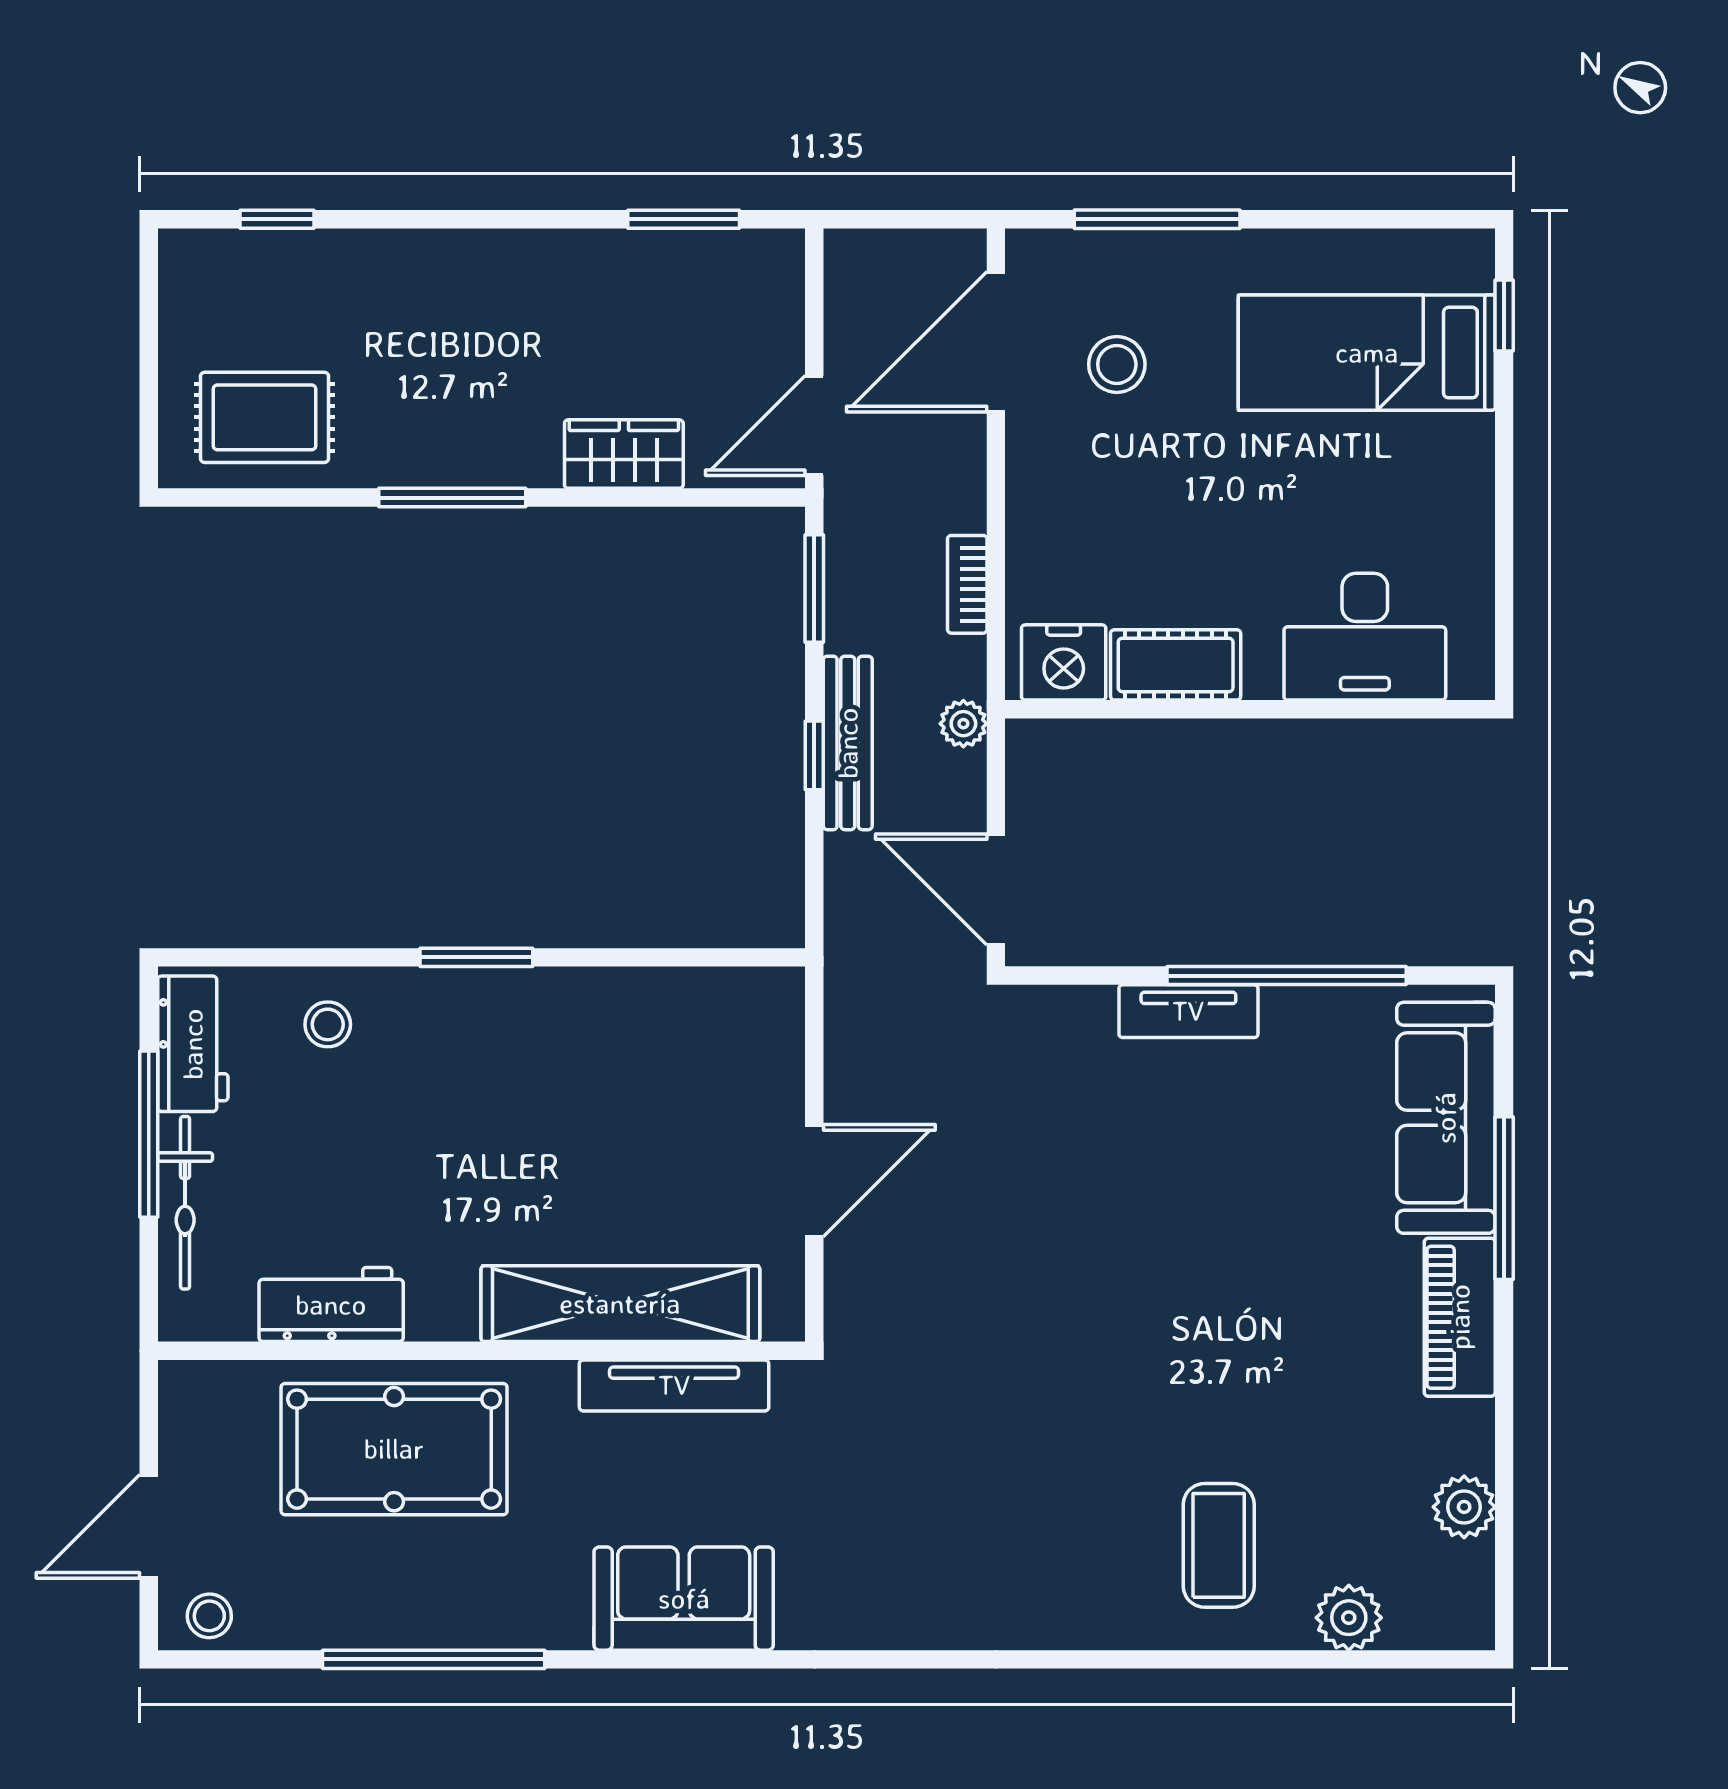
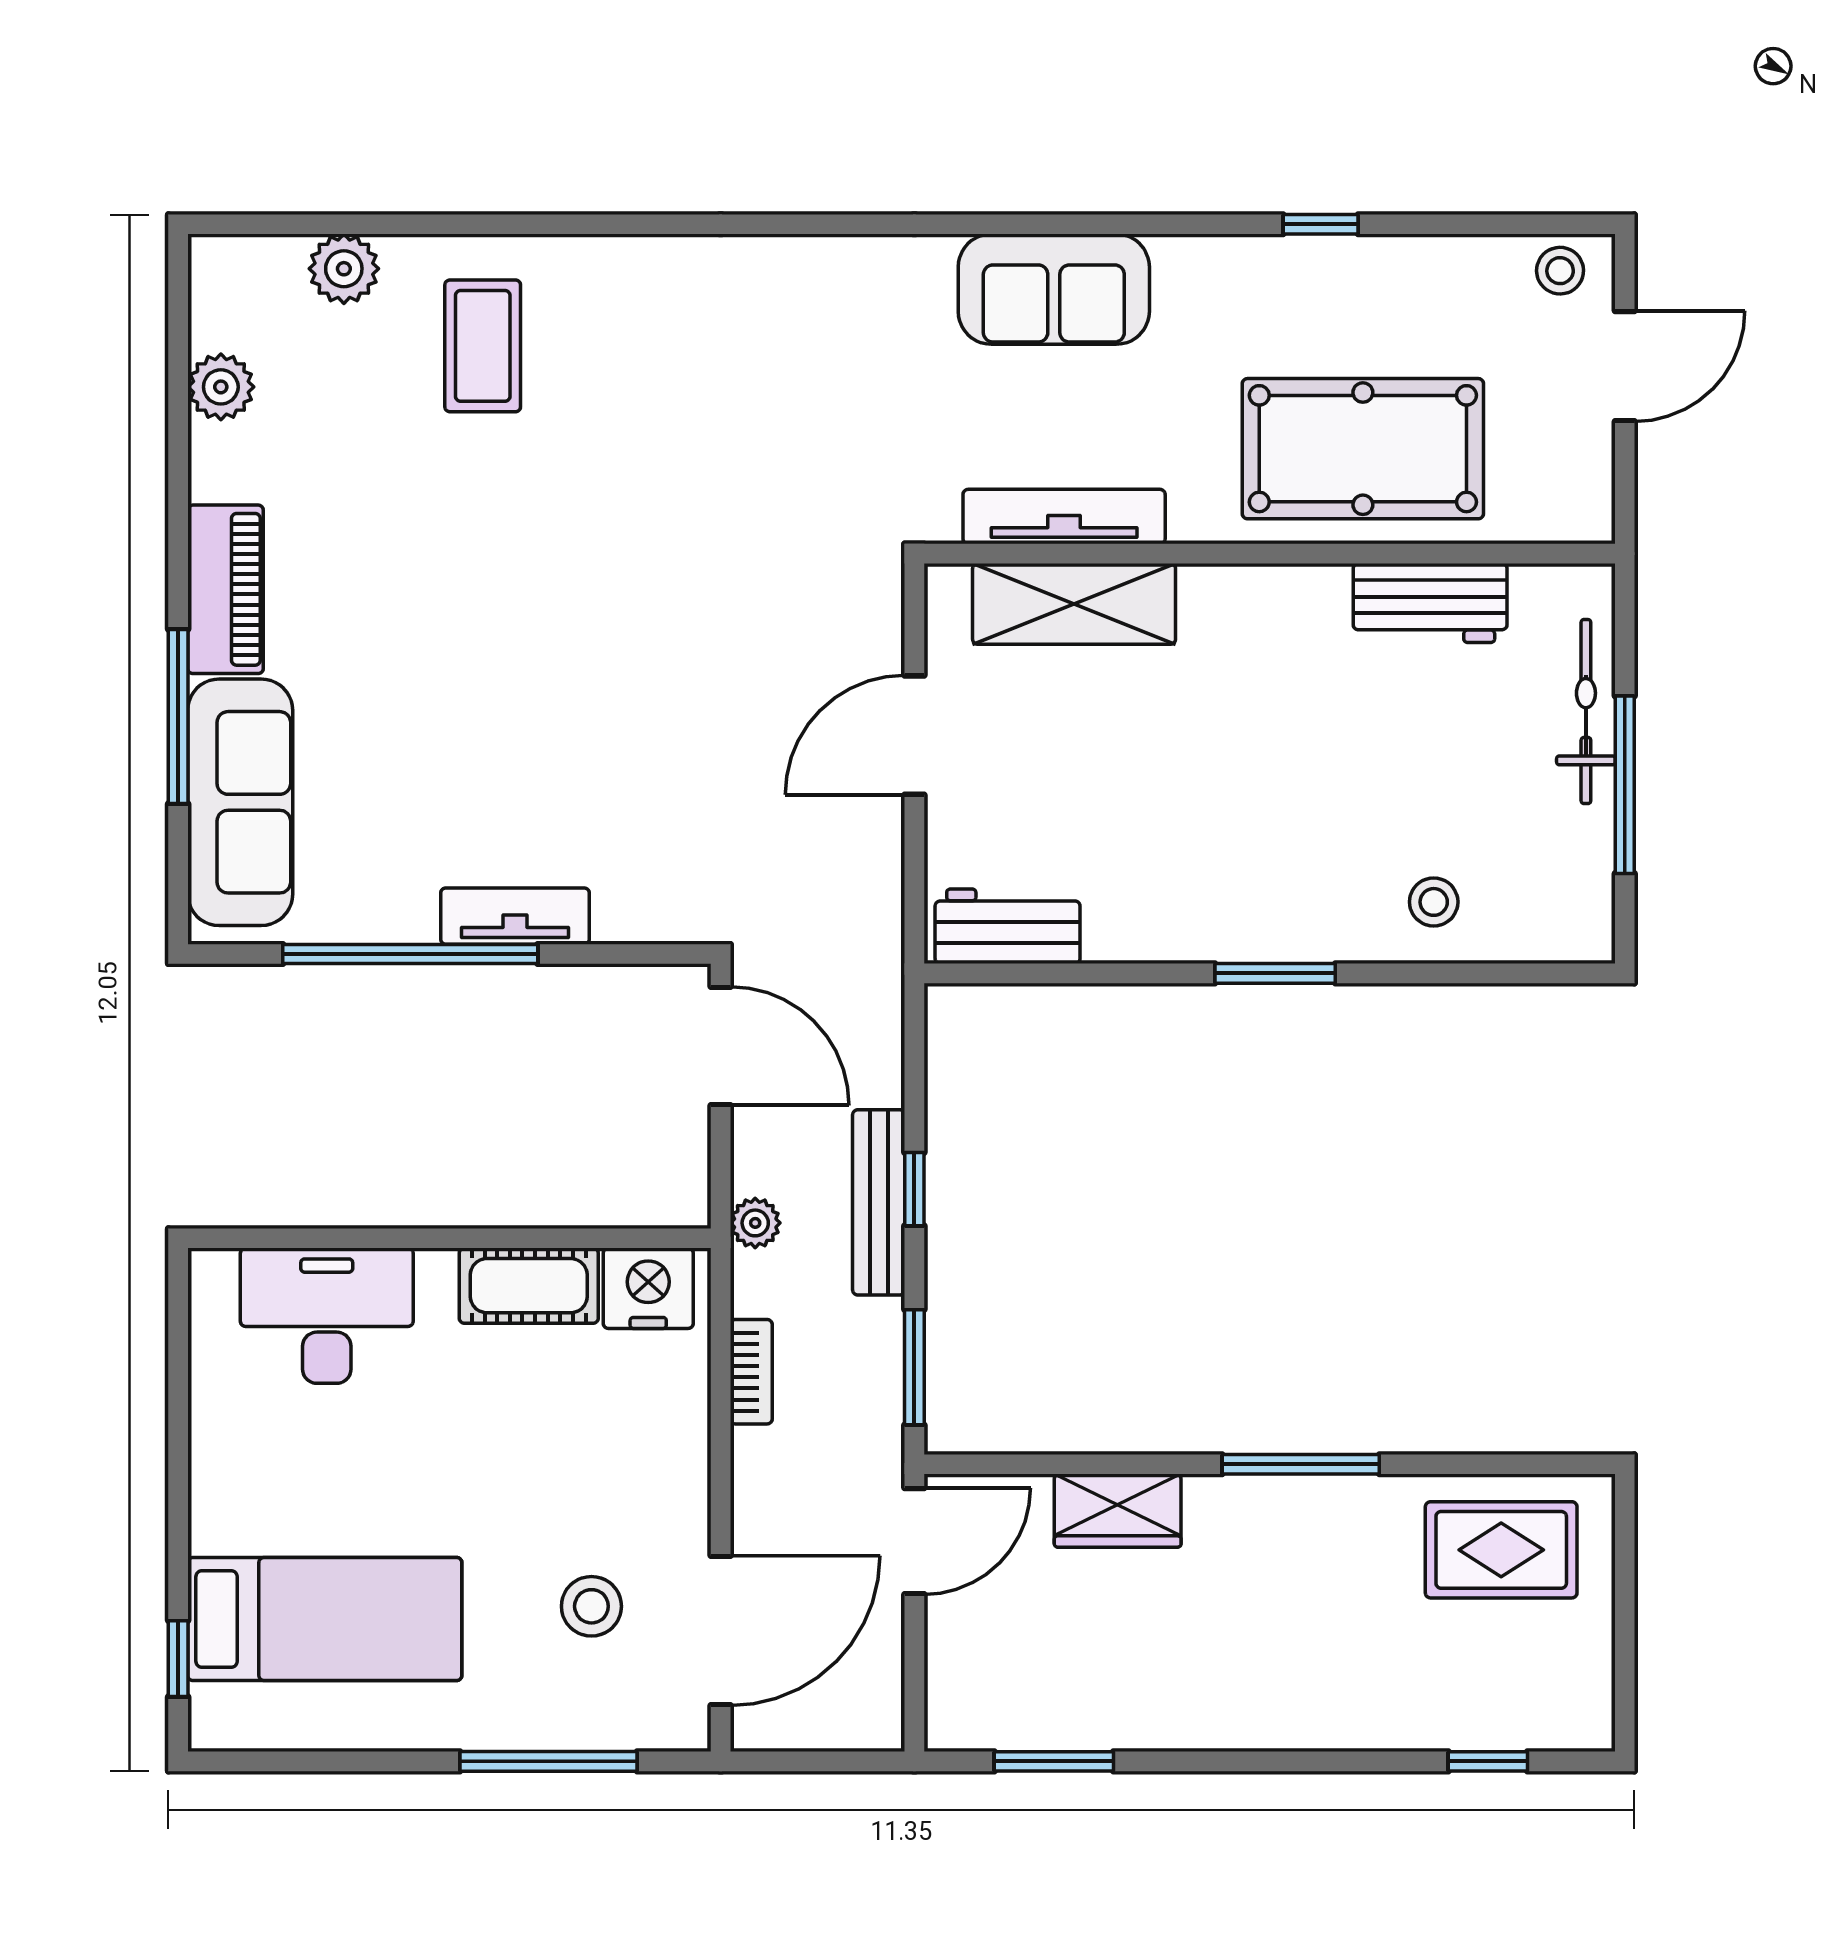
workbench: (193, 1044) -> (1008, 926), moved, turned 90
shelving: (620, 1304) -> (1074, 604), width x0.68
window: (434, 1659) -> (1321, 224), width x0.32

